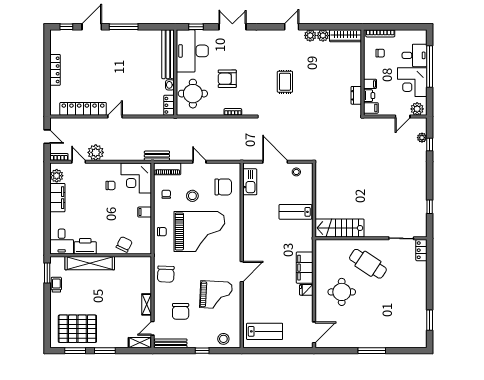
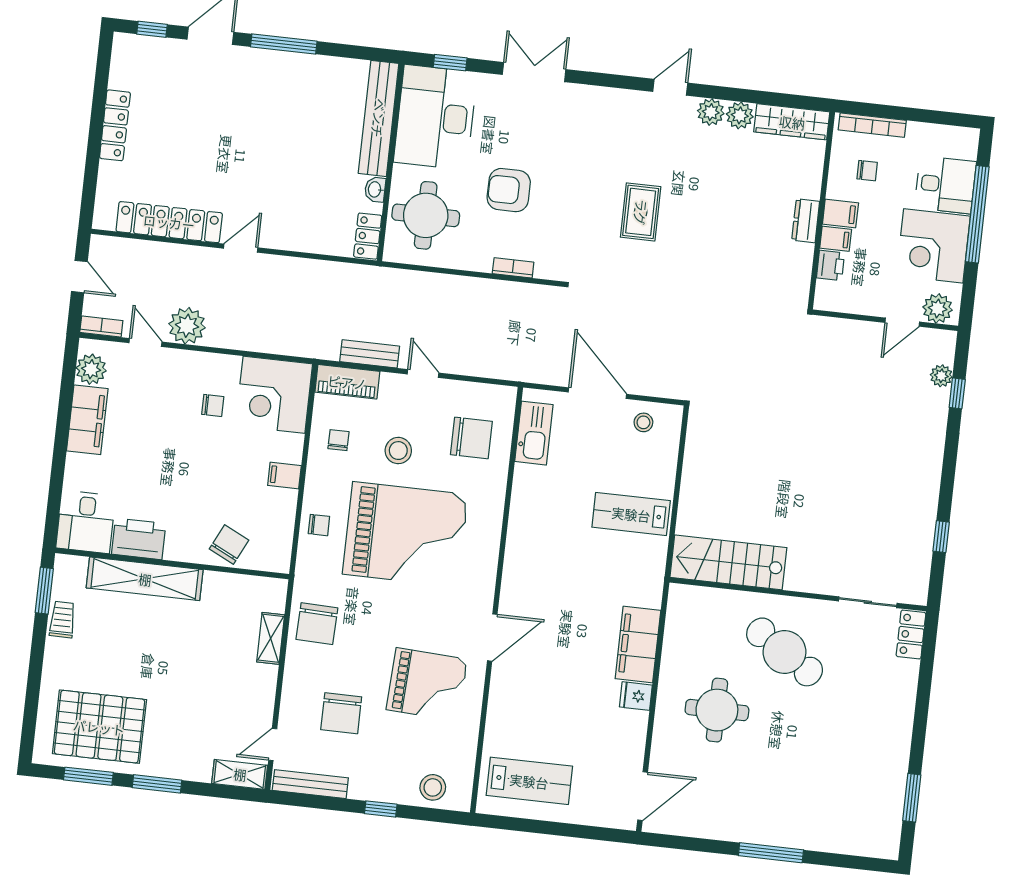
dresser: (356, 95) -> (806, 221), moved
filing cabinet: (371, 108) -> (840, 213), moved
bench: (157, 156) -> (370, 354), moved
shelving: (147, 304) -> (271, 638), moved

